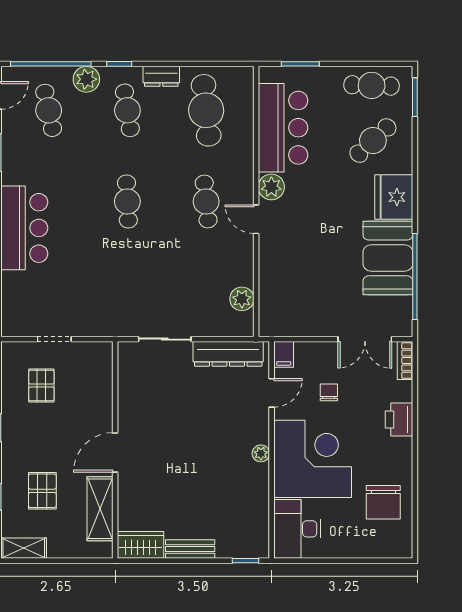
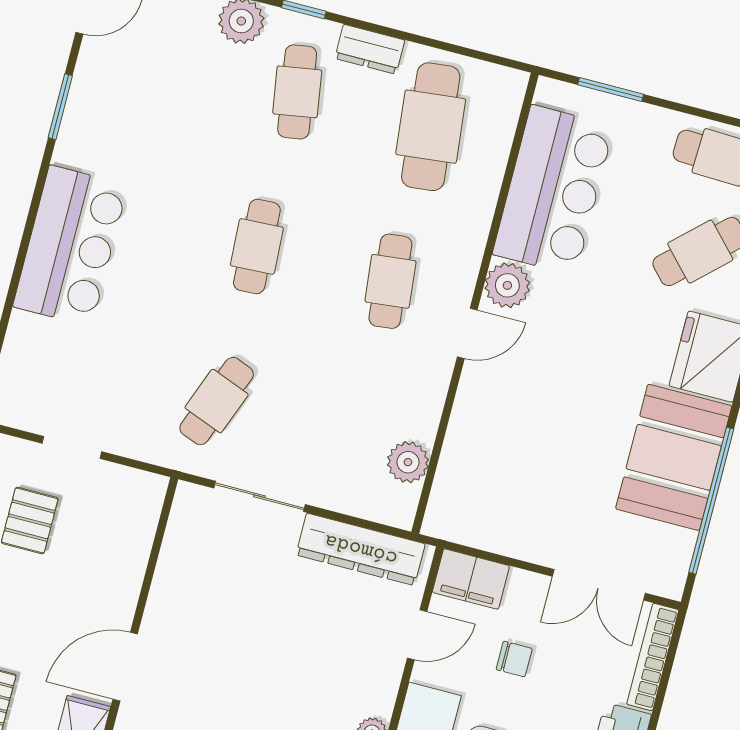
cafe table: (49, 110) -> (217, 401), moved, turned 33
door: (256, 219) -> (467, 333), swing flipped
filing cabinet: (284, 354) -> (471, 579), width x2.00
bookcase: (405, 360) -> (653, 657), width x1.56
chair: (329, 392) -> (514, 659), turned 90

